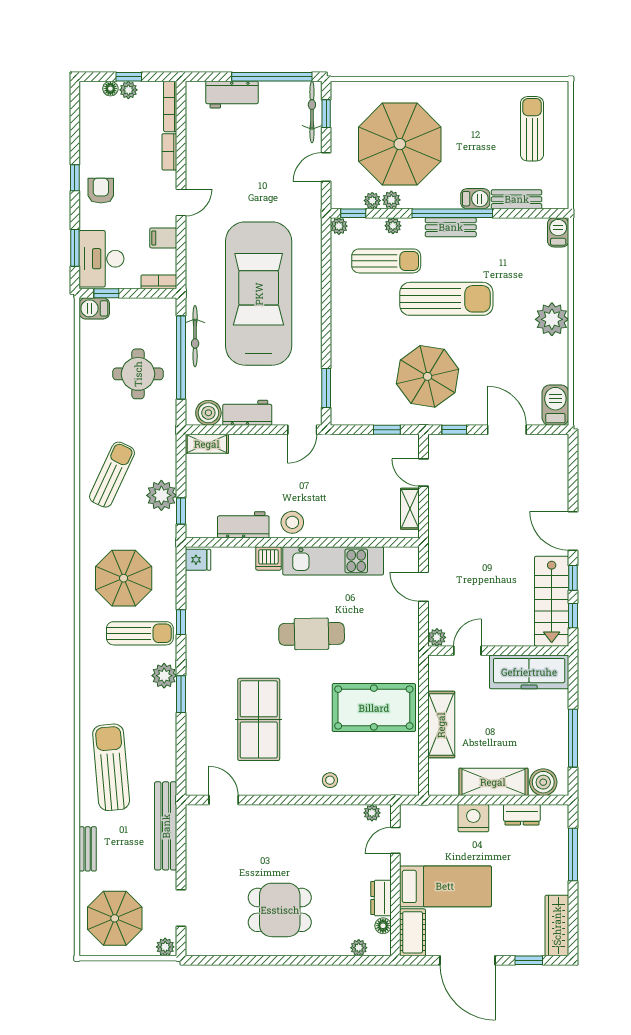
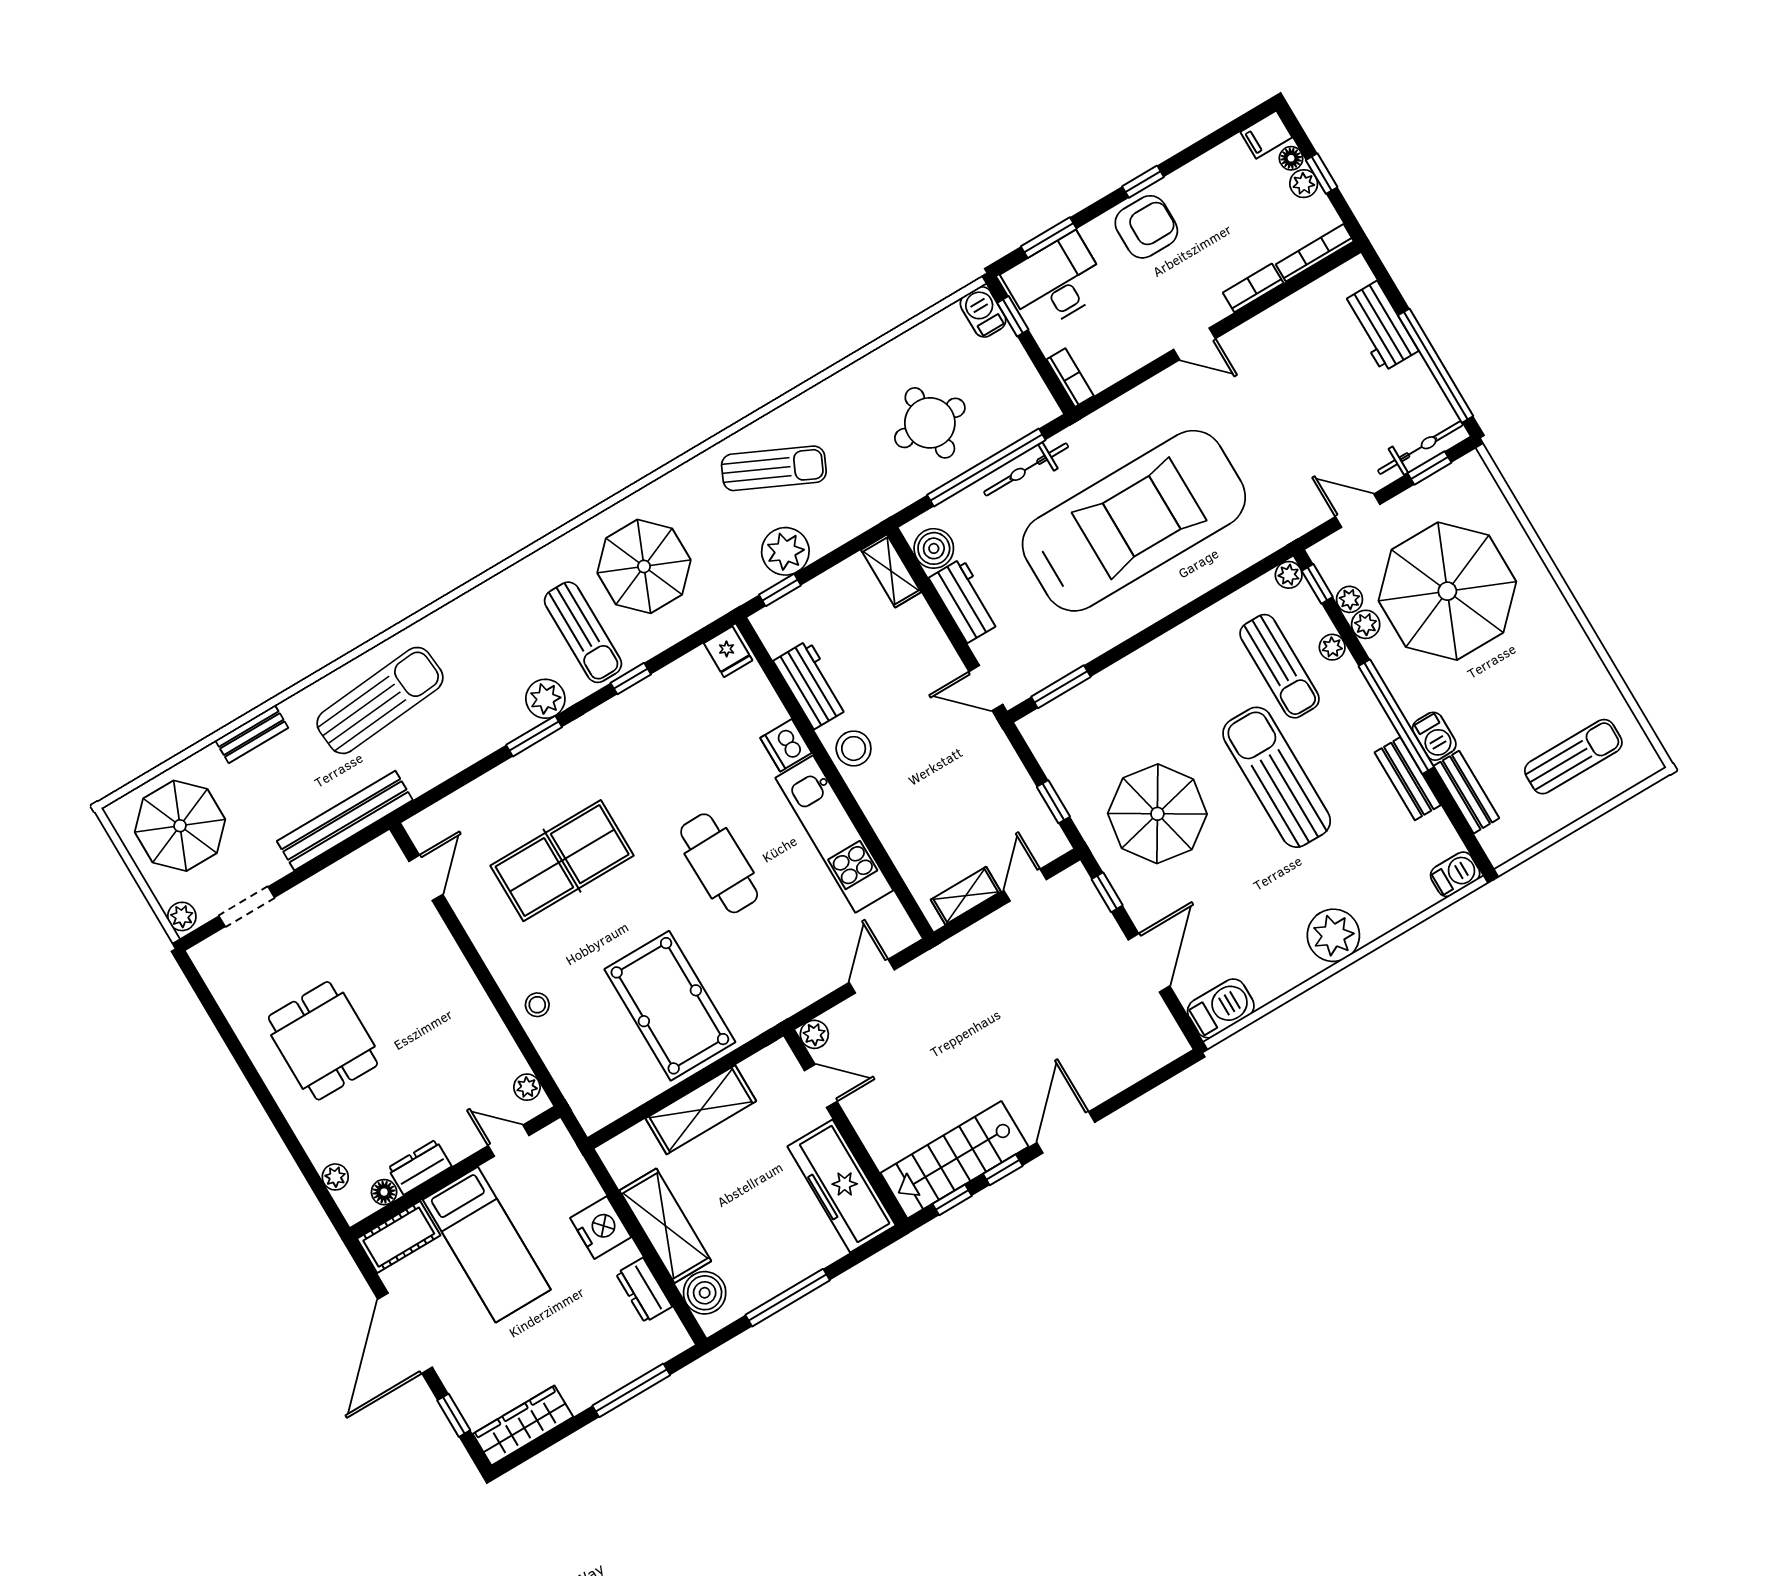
armchair: (101, 191) -> (1146, 227), width x1.38, depth x1.38
bench: (451, 227) -> (1408, 779), moved
filing cabinet: (163, 238) -> (1266, 135), moved, turned -90
sun lounger: (446, 299) -> (1277, 777), turned 180

